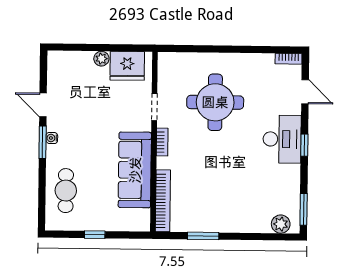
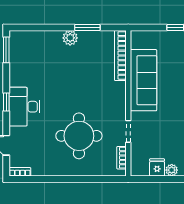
fridge: (127, 66) -> (157, 167), width x0.53, depth x0.75
bookcase: (162, 142) -> (122, 158), moved
plant: (281, 224) -> (70, 38), moved

